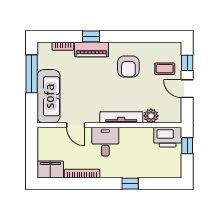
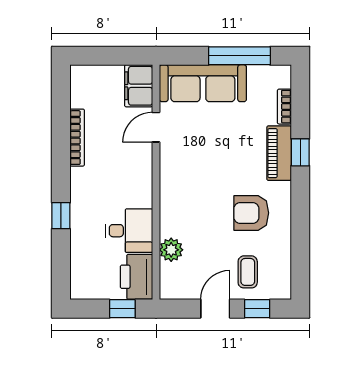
tv unit: (121, 117) -> (169, 201), removed
desk: (105, 142) -> (129, 231), moved
filing cabinet: (50, 170) -> (139, 86), moved, turned 180

